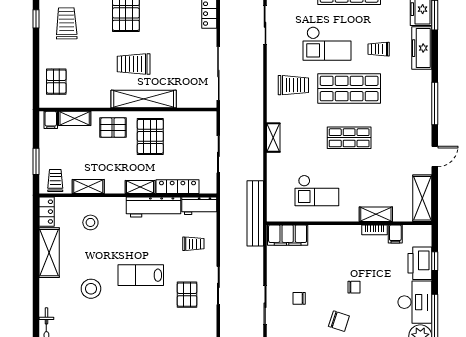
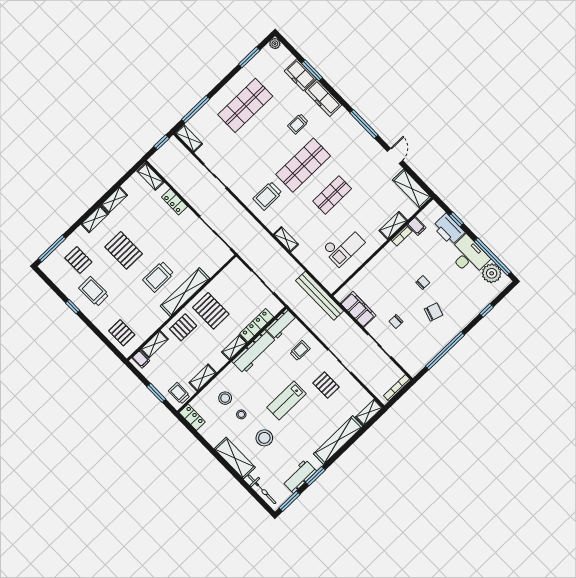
checkout: (327, 44) -> (263, 151), removed
trolley: (293, 85) -> (267, 196), turned 180
filing cabinet: (288, 235) -> (358, 309), moved, turned -90
stool: (91, 250) -> (241, 414), added
shelving: (49, 253) -> (235, 458), moved

